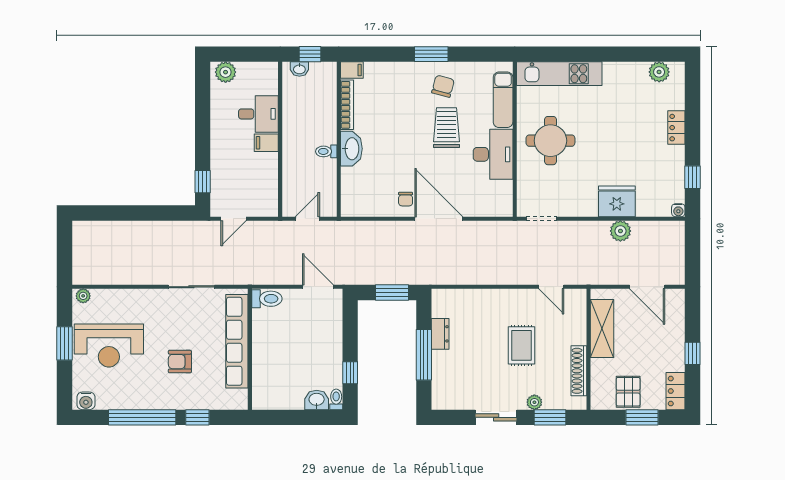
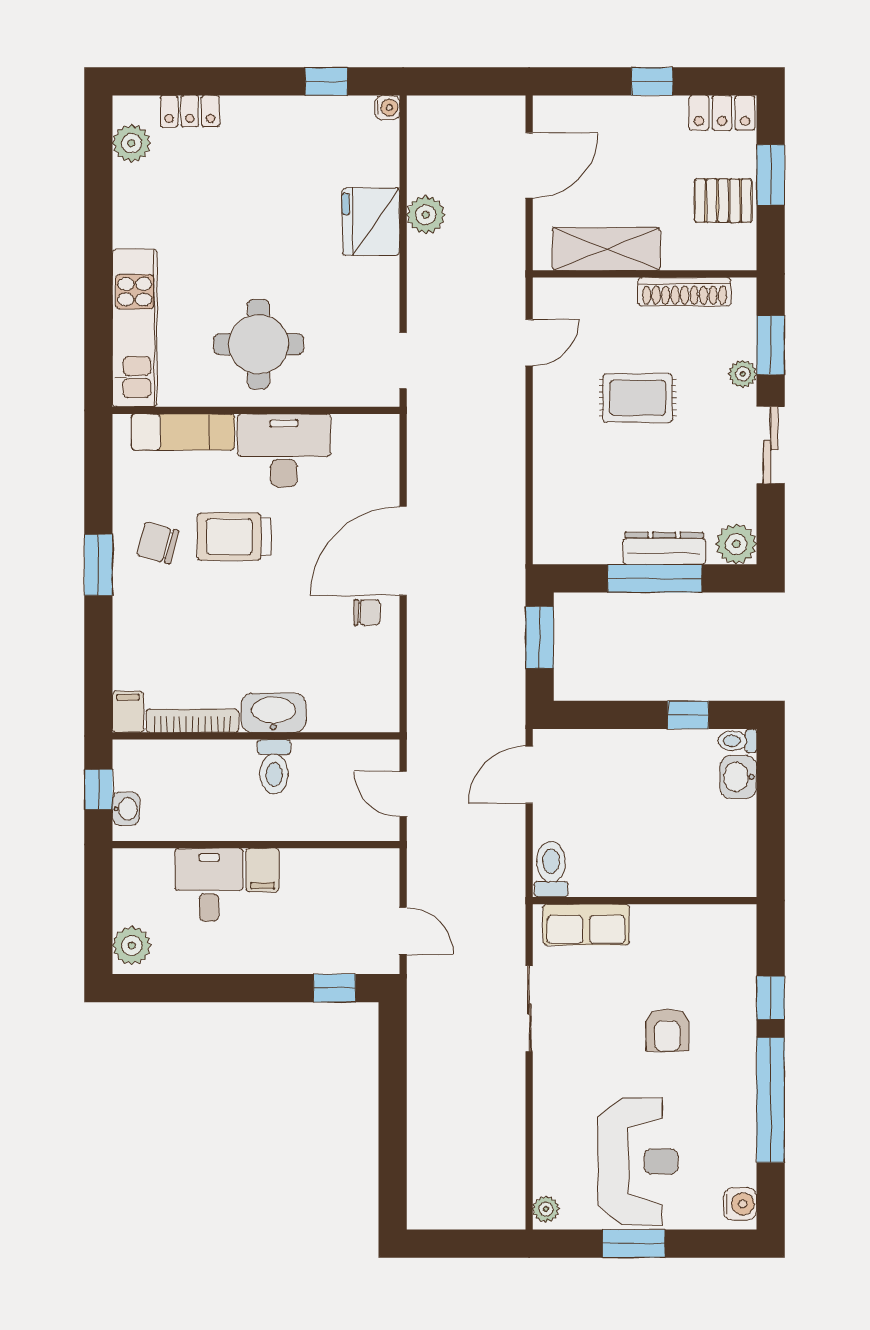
locker: (676, 128) -> (190, 111), moved
toilet: (326, 151) -> (274, 767), width x1.37, depth x1.39
dresser: (440, 334) -> (664, 548), moved, width x1.44
row of seats: (237, 341) -> (586, 925), width x0.50
plant: (443, 399) -> (736, 544), added

